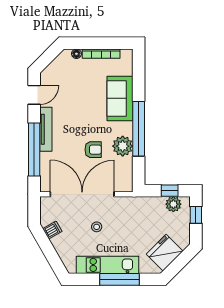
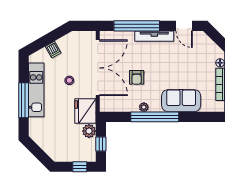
plant: (123, 146) -> (144, 107), width x0.53, depth x0.53
plant: (173, 204) -> (89, 131), moved
dishwasher: (52, 230) -> (53, 50), moved
fridge: (165, 253) -> (85, 111), moved, turned -135

